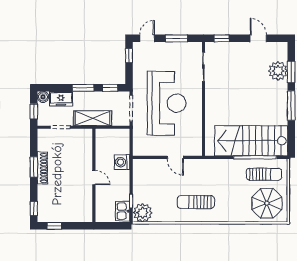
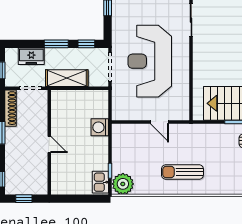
boiler: (43, 97) -> (11, 54), removed
reception desk: (167, 103) -> (150, 61), turned 180
shoe rack: (42, 168) -> (11, 108), moved
wall: (94, 175) -> (49, 142), moved
door: (94, 178) -> (49, 144), moved

